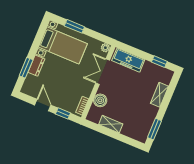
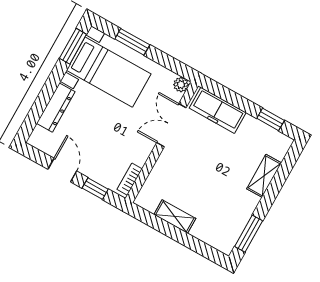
dresser: (36, 66) -> (56, 108), width x1.44
window: (26, 68) -> (73, 46), moved
boiler: (100, 100) -> (162, 174), removed

